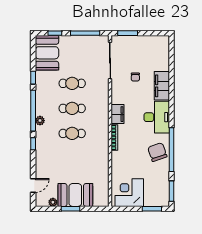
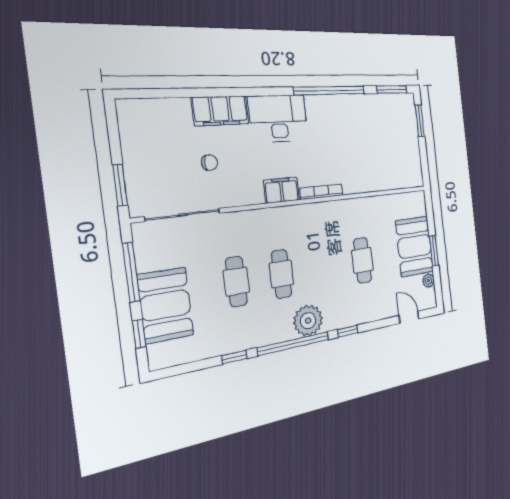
booth: (47, 53) -> (166, 305), moved, turned 90
plant: (40, 121) -> (308, 321), width x1.88, depth x1.88
cafe table: (72, 133) -> (363, 260), moved
chair: (157, 152) -> (336, 115), removed
corner desk: (129, 193) -> (401, 159), removed

